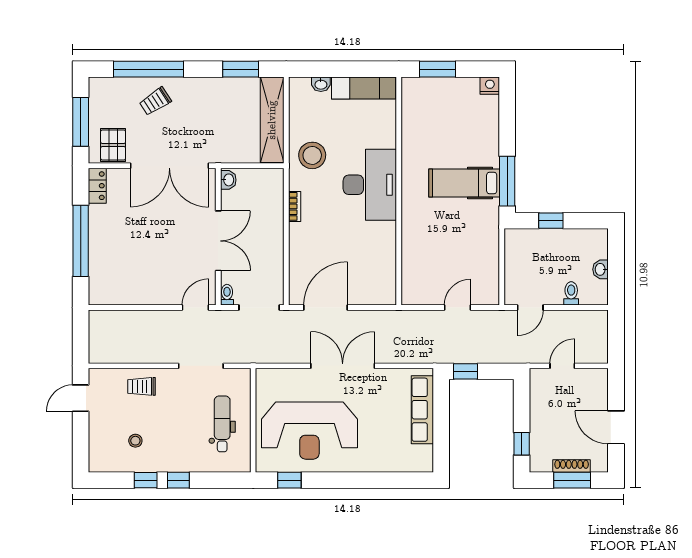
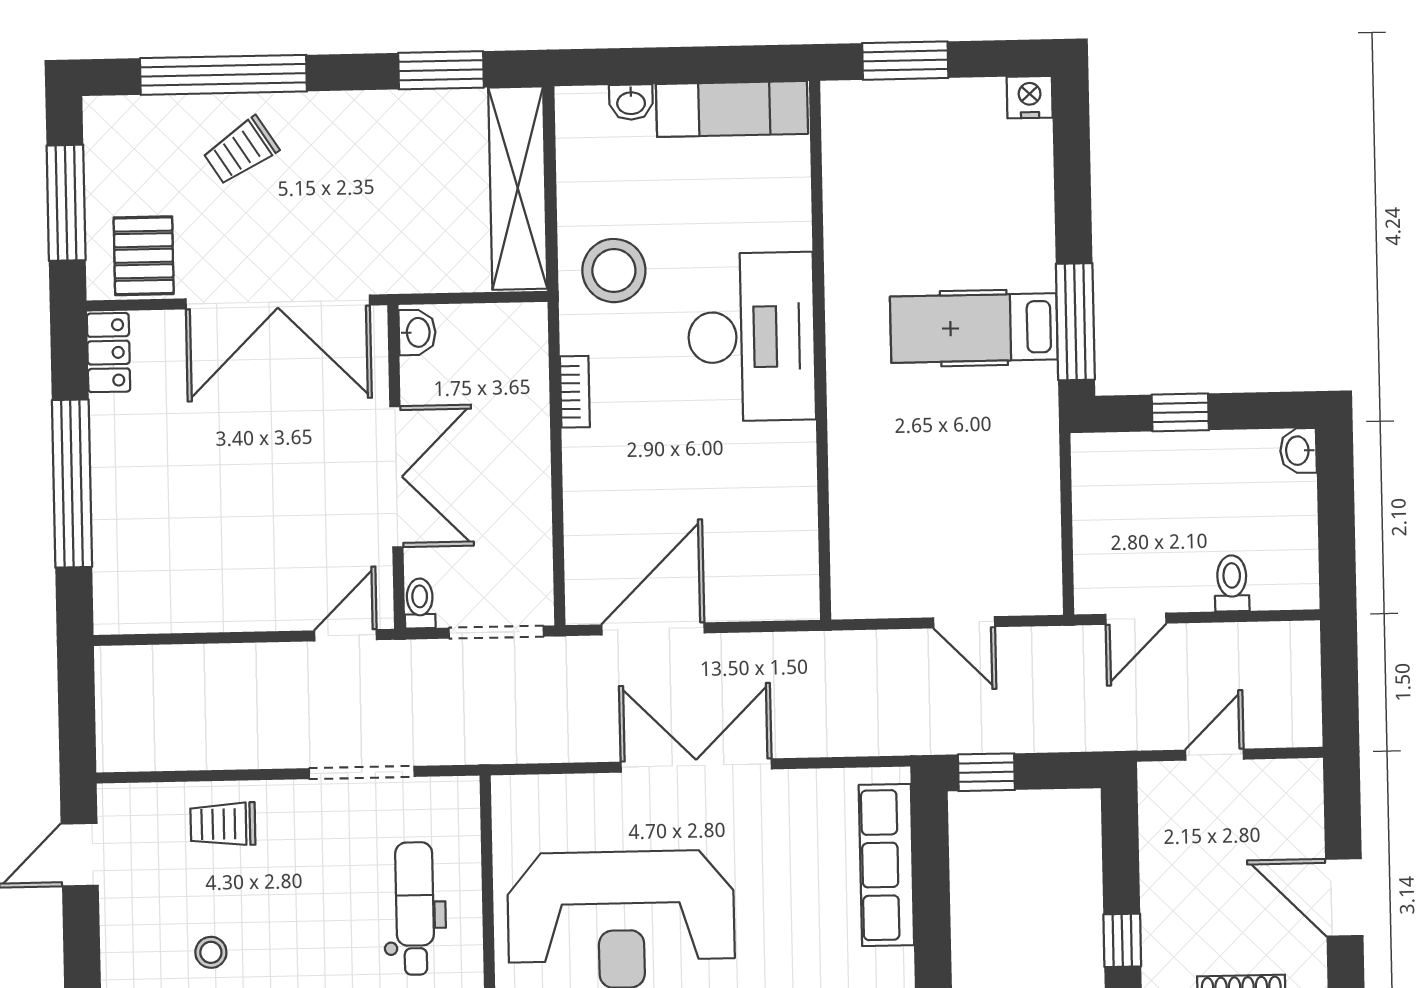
washbasin: (601, 269) -> (1298, 451), moved
door: (457, 308) -> (964, 622), swing flipped

